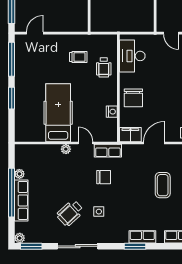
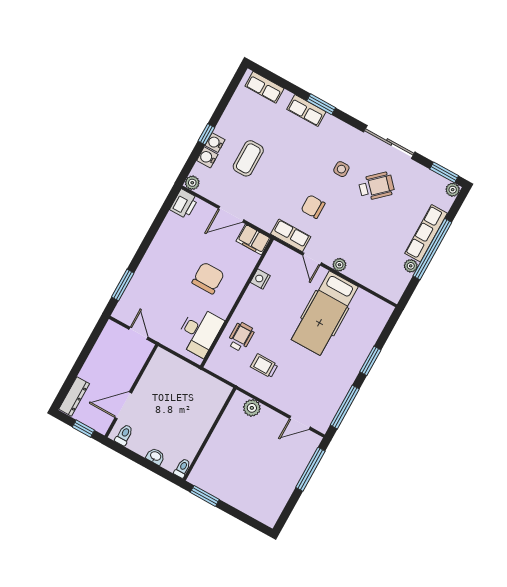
plant: (71, 25) -> (252, 408), added
chair: (133, 98) -> (208, 278), moved

